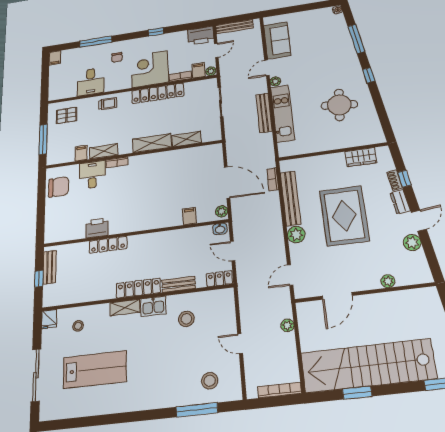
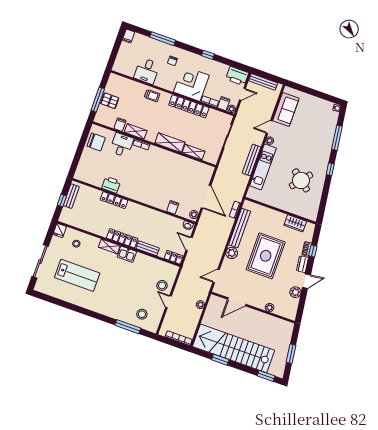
round table: (339, 105) -> (301, 180), turned 33
pallet: (67, 115) -> (110, 101), moved
stool: (186, 319) -> (162, 285), moved

